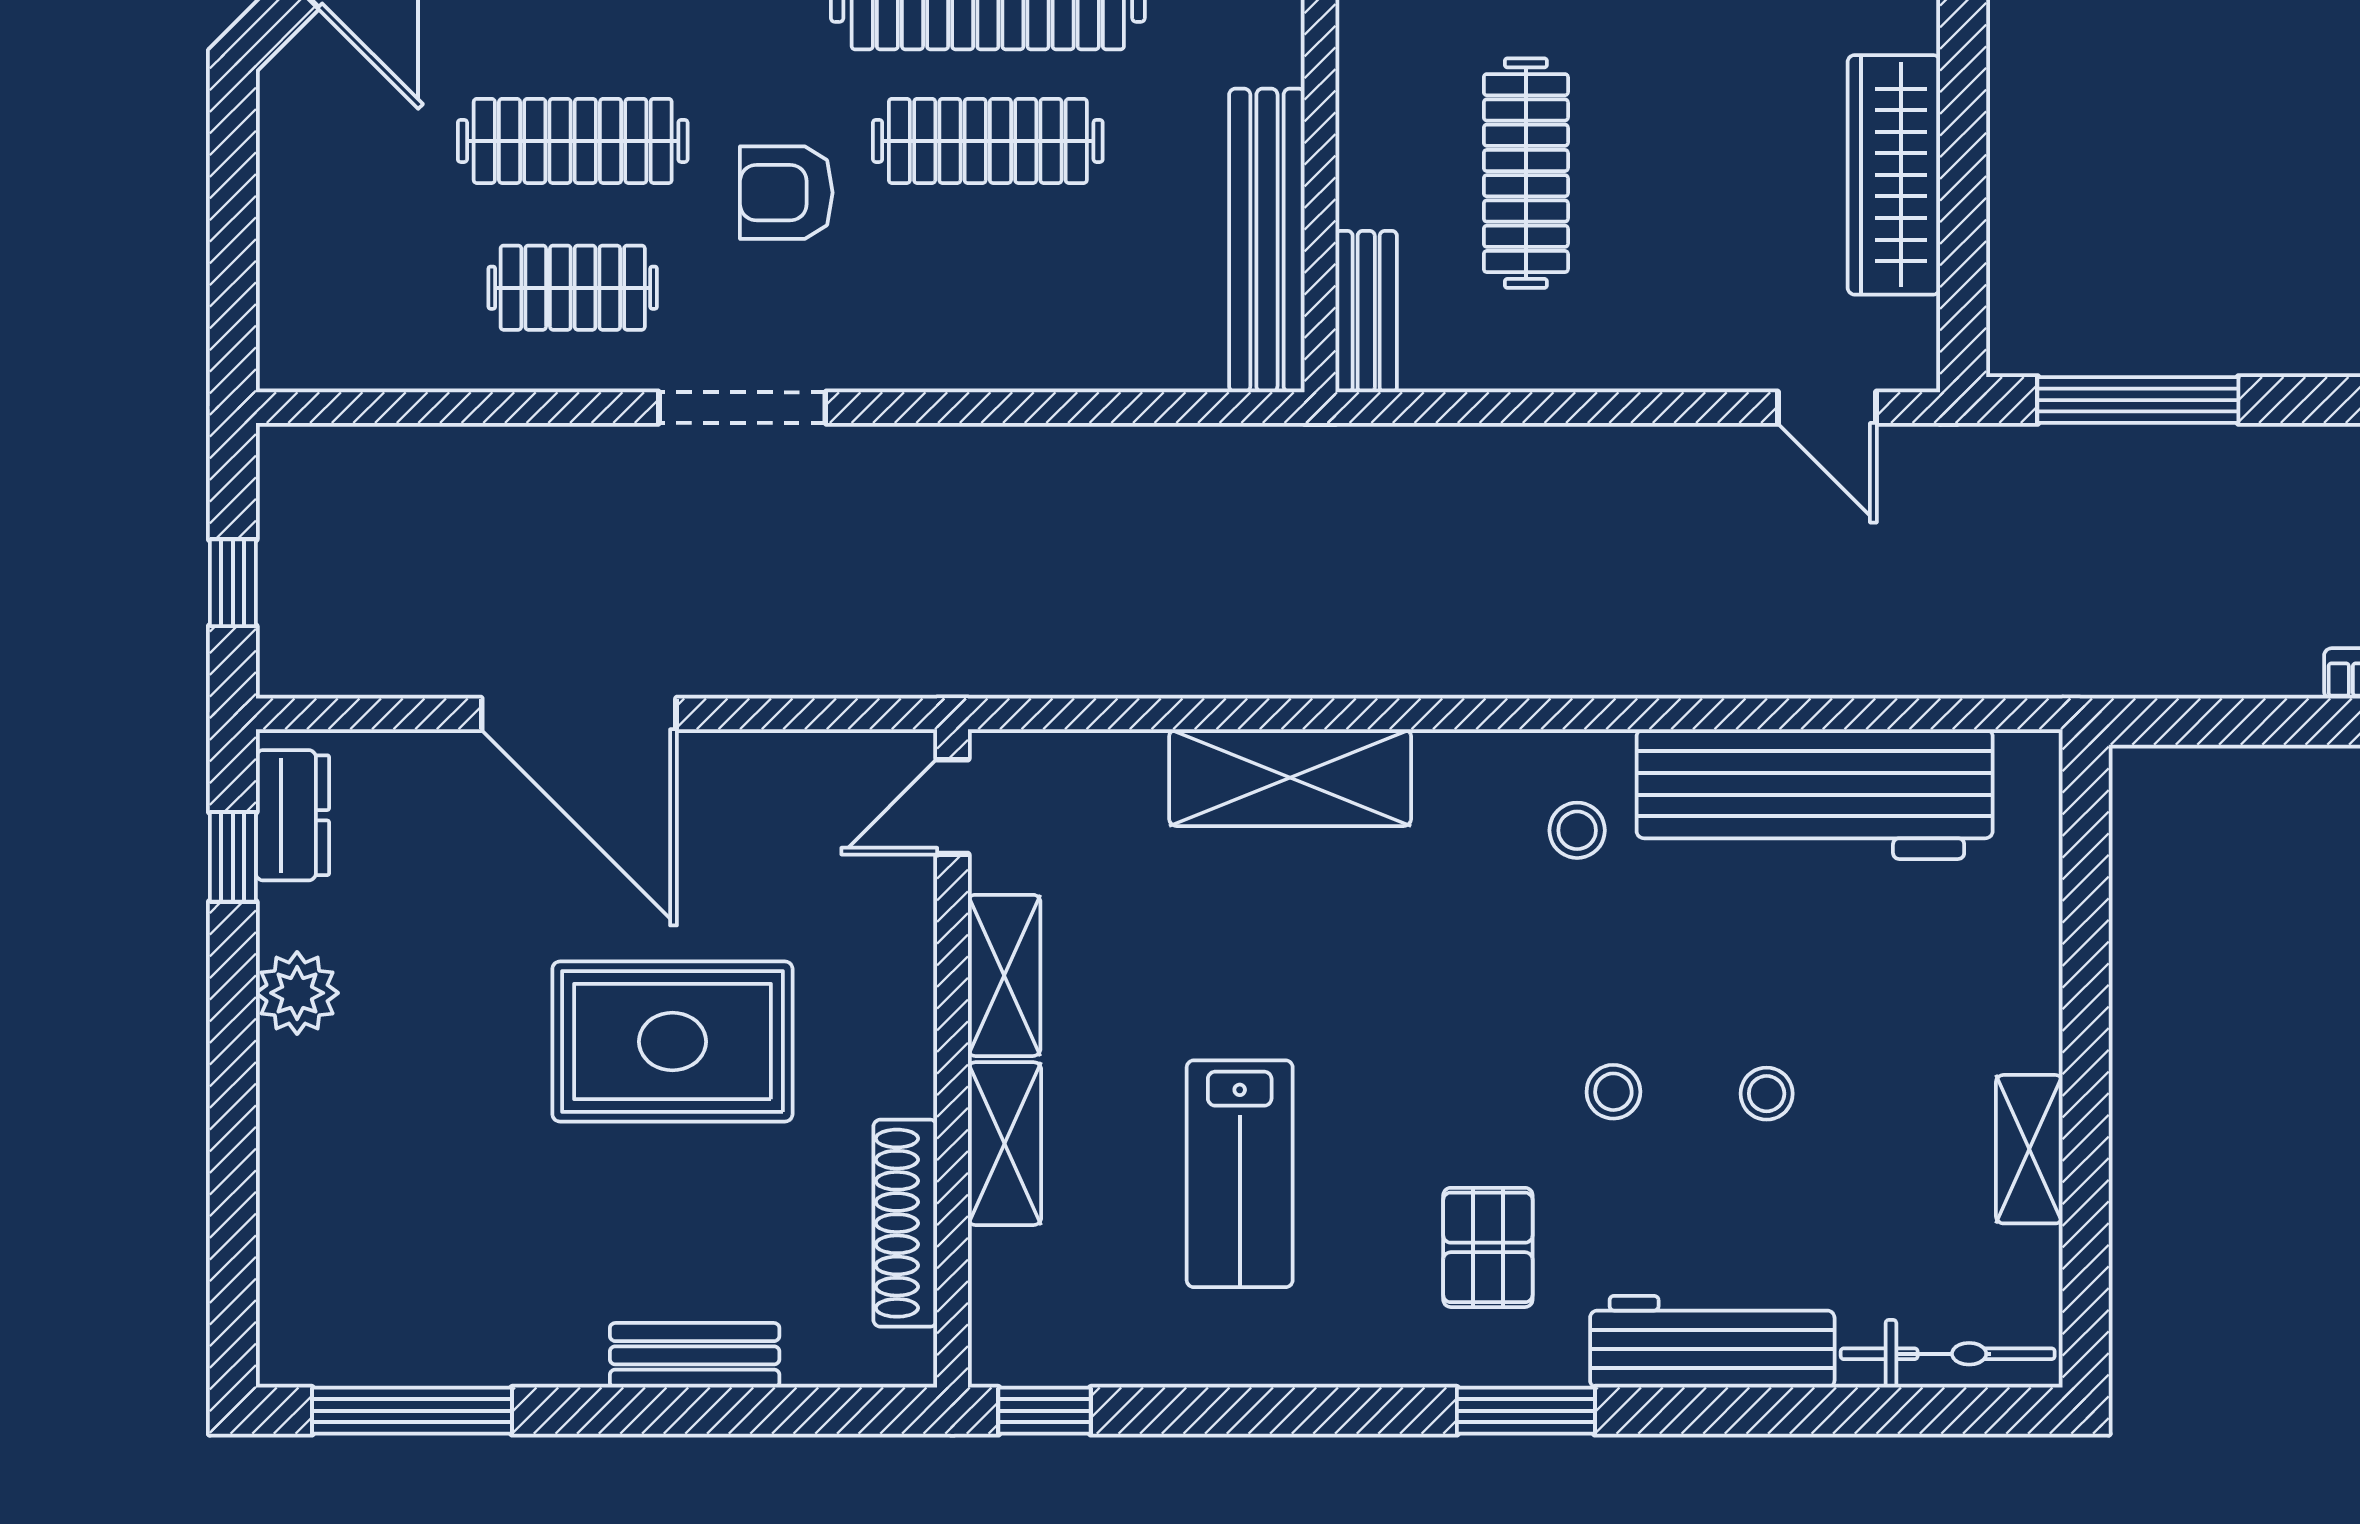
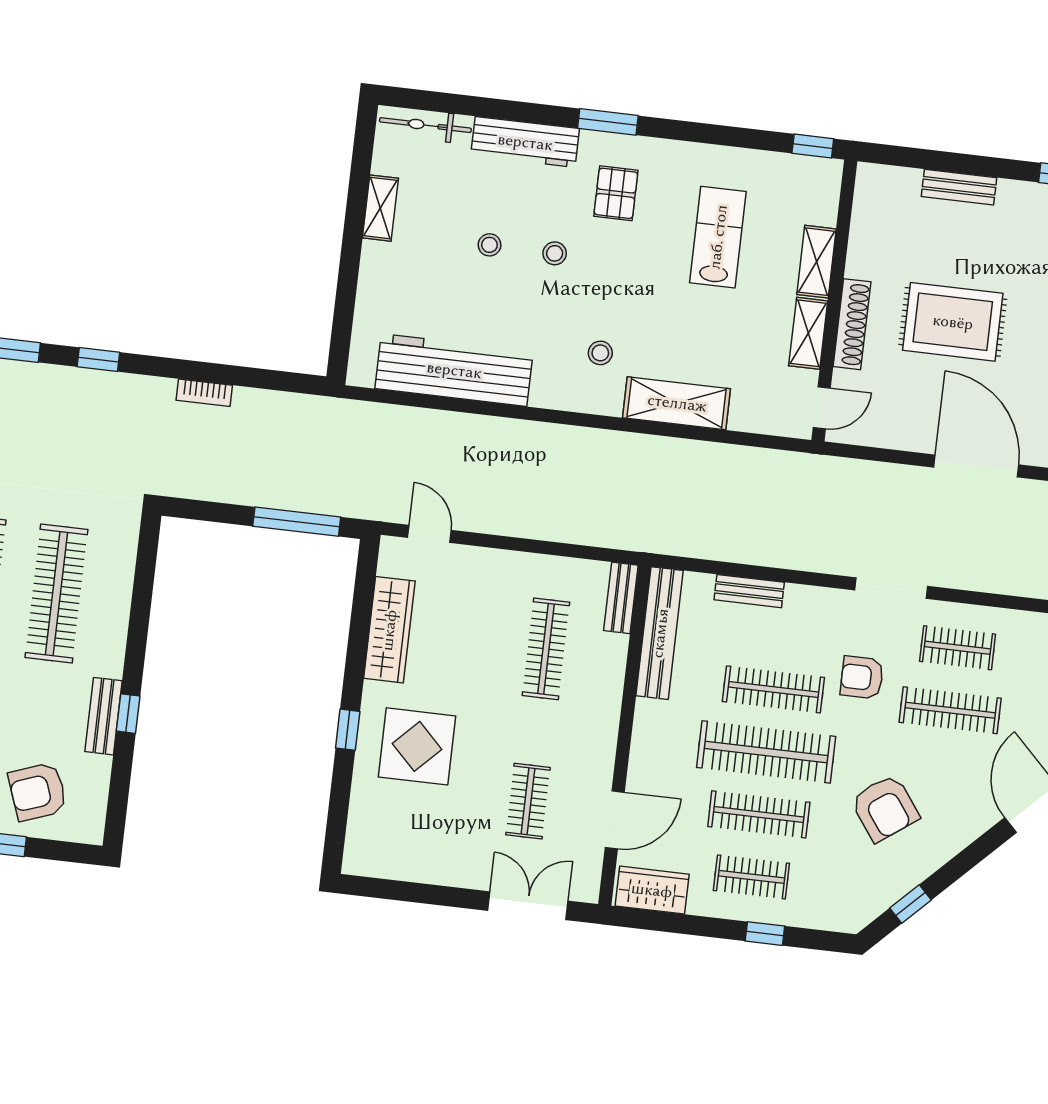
armchair: (786, 193) -> (862, 678), turned 180
bench: (1071, 362) -> (749, 591), added
stool: (1577, 830) -> (600, 353), moved
shoe rack: (905, 1223) -> (852, 324), moved

